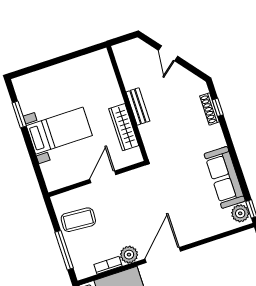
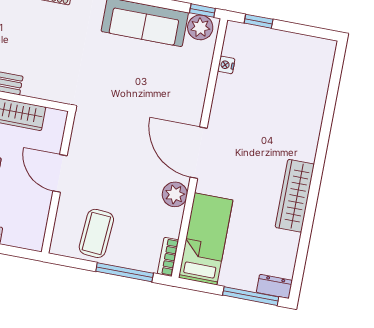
nightstand: (226, 242) -> (226, 65), added
bookcase: (108, 265) -> (168, 257), moved

